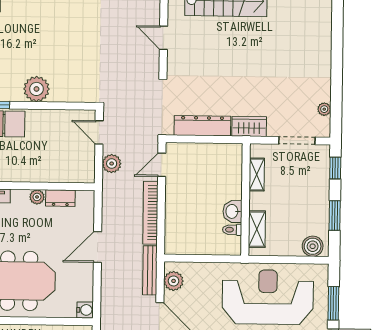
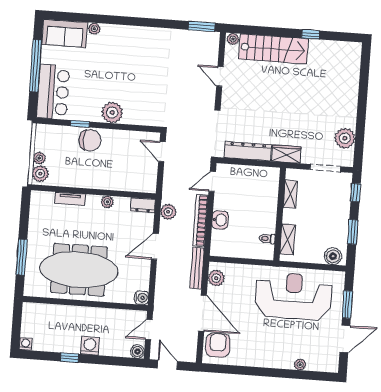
plant: (324, 109) -> (345, 138), width x1.88, depth x1.88
plant: (112, 164) -> (168, 212), moved
dresser: (60, 198) -> (143, 205), moved
washbasin: (232, 211) -> (220, 220), moved, turned 180

